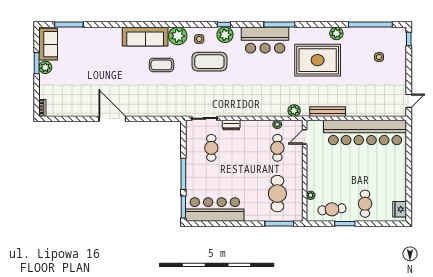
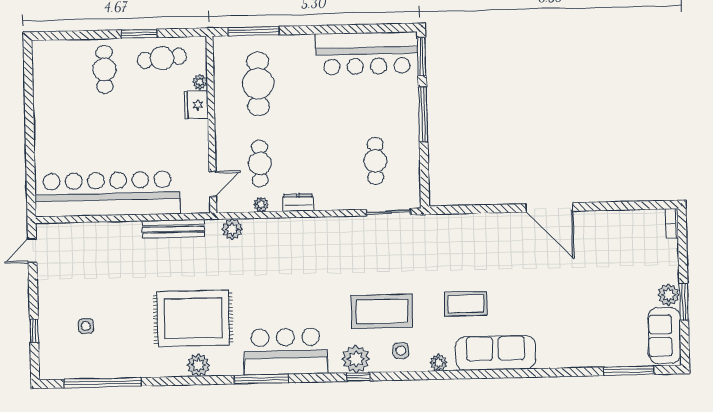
plant: (336, 33) -> (198, 365), moved
plant: (178, 36) -> (439, 363), width x0.53, depth x0.53
window: (409, 39) -> (34, 331), moved
dresser: (231, 125) -> (298, 203), moved
fridge: (400, 209) -> (196, 105), moved, turned 180

